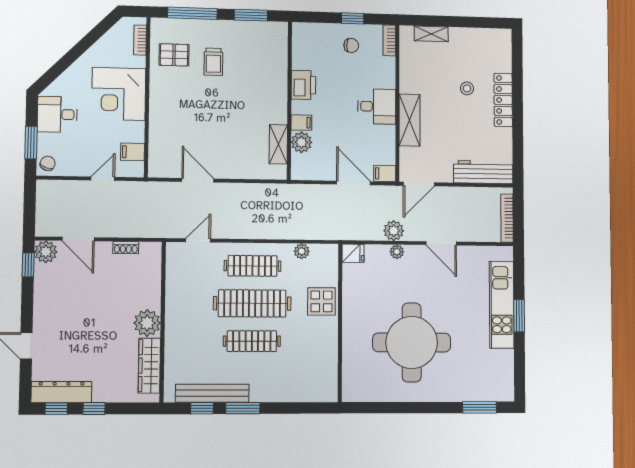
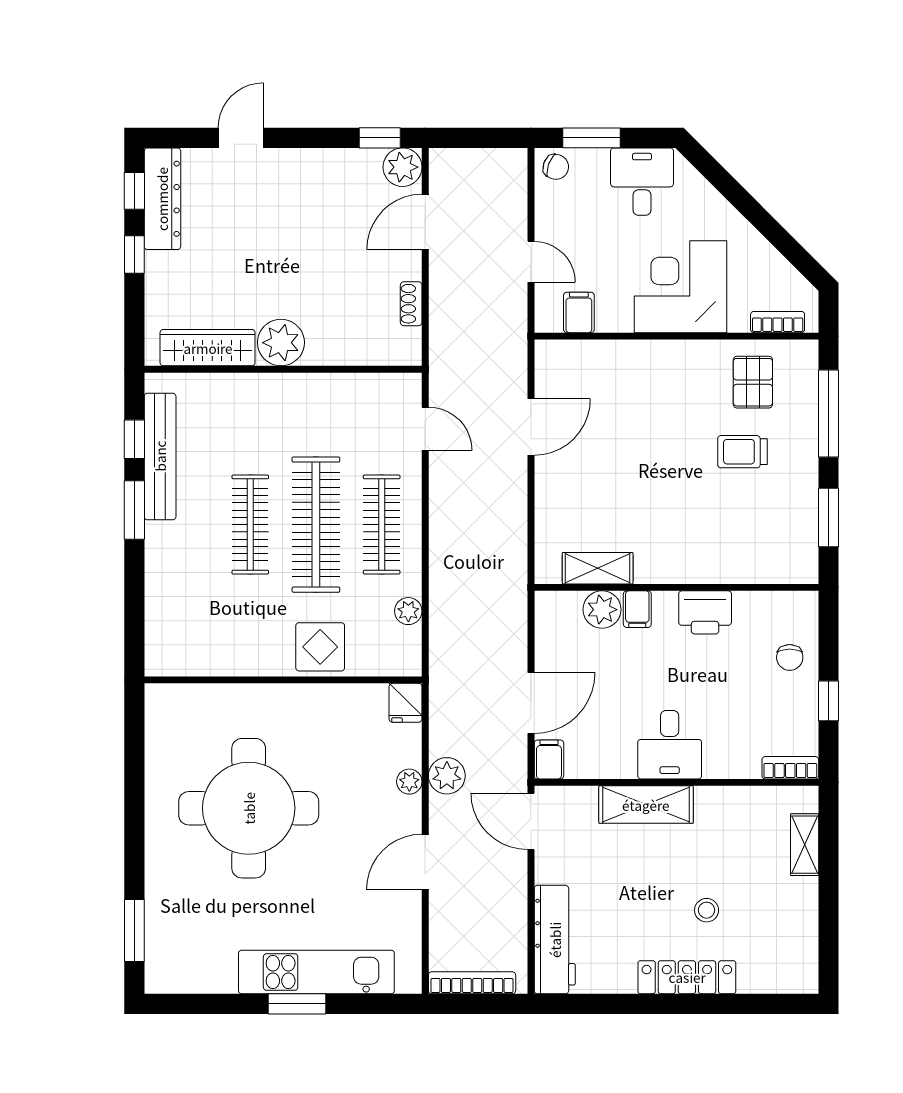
chair: (351, 45) -> (790, 657), moved

